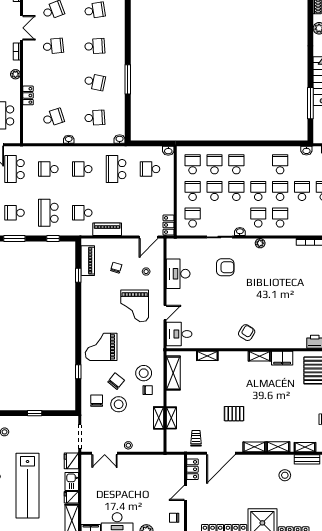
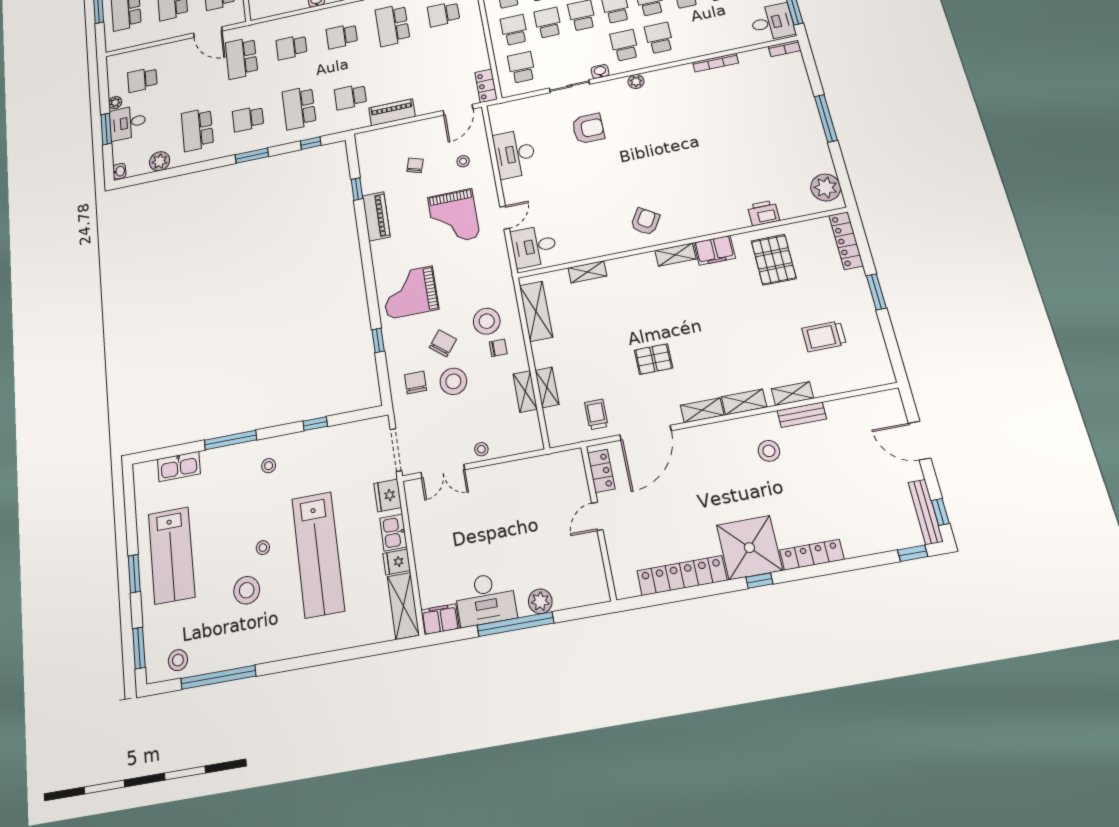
piano: (88, 261) -> (376, 216), moved
chair: (174, 518) -> (586, 567), removed

